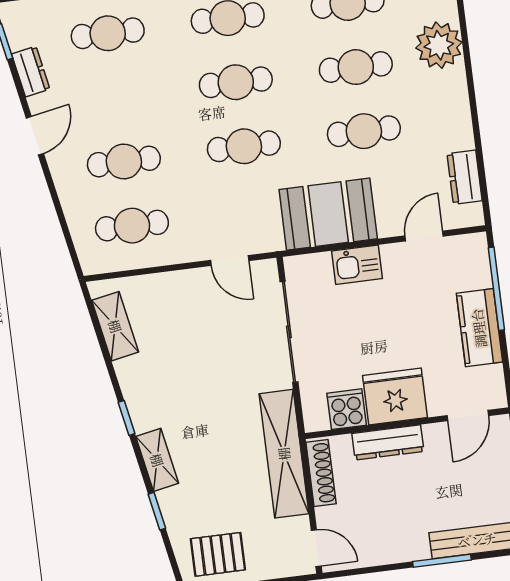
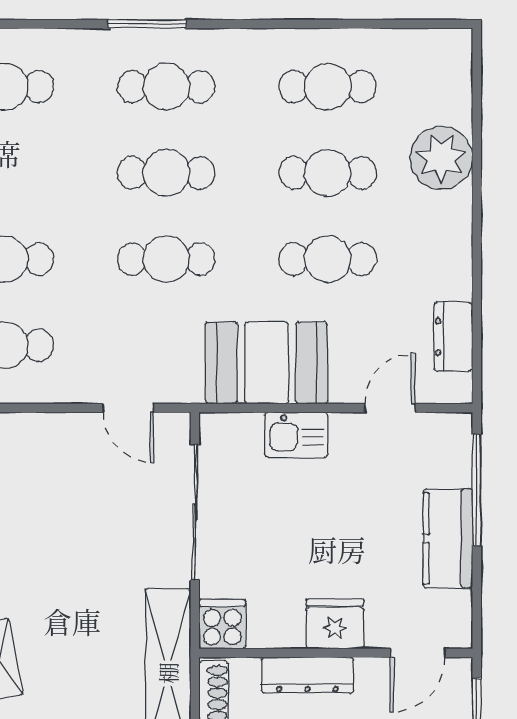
fridge: (395, 396) -> (335, 624), width x0.73, depth x0.75
cooker: (347, 409) -> (222, 624), moved

